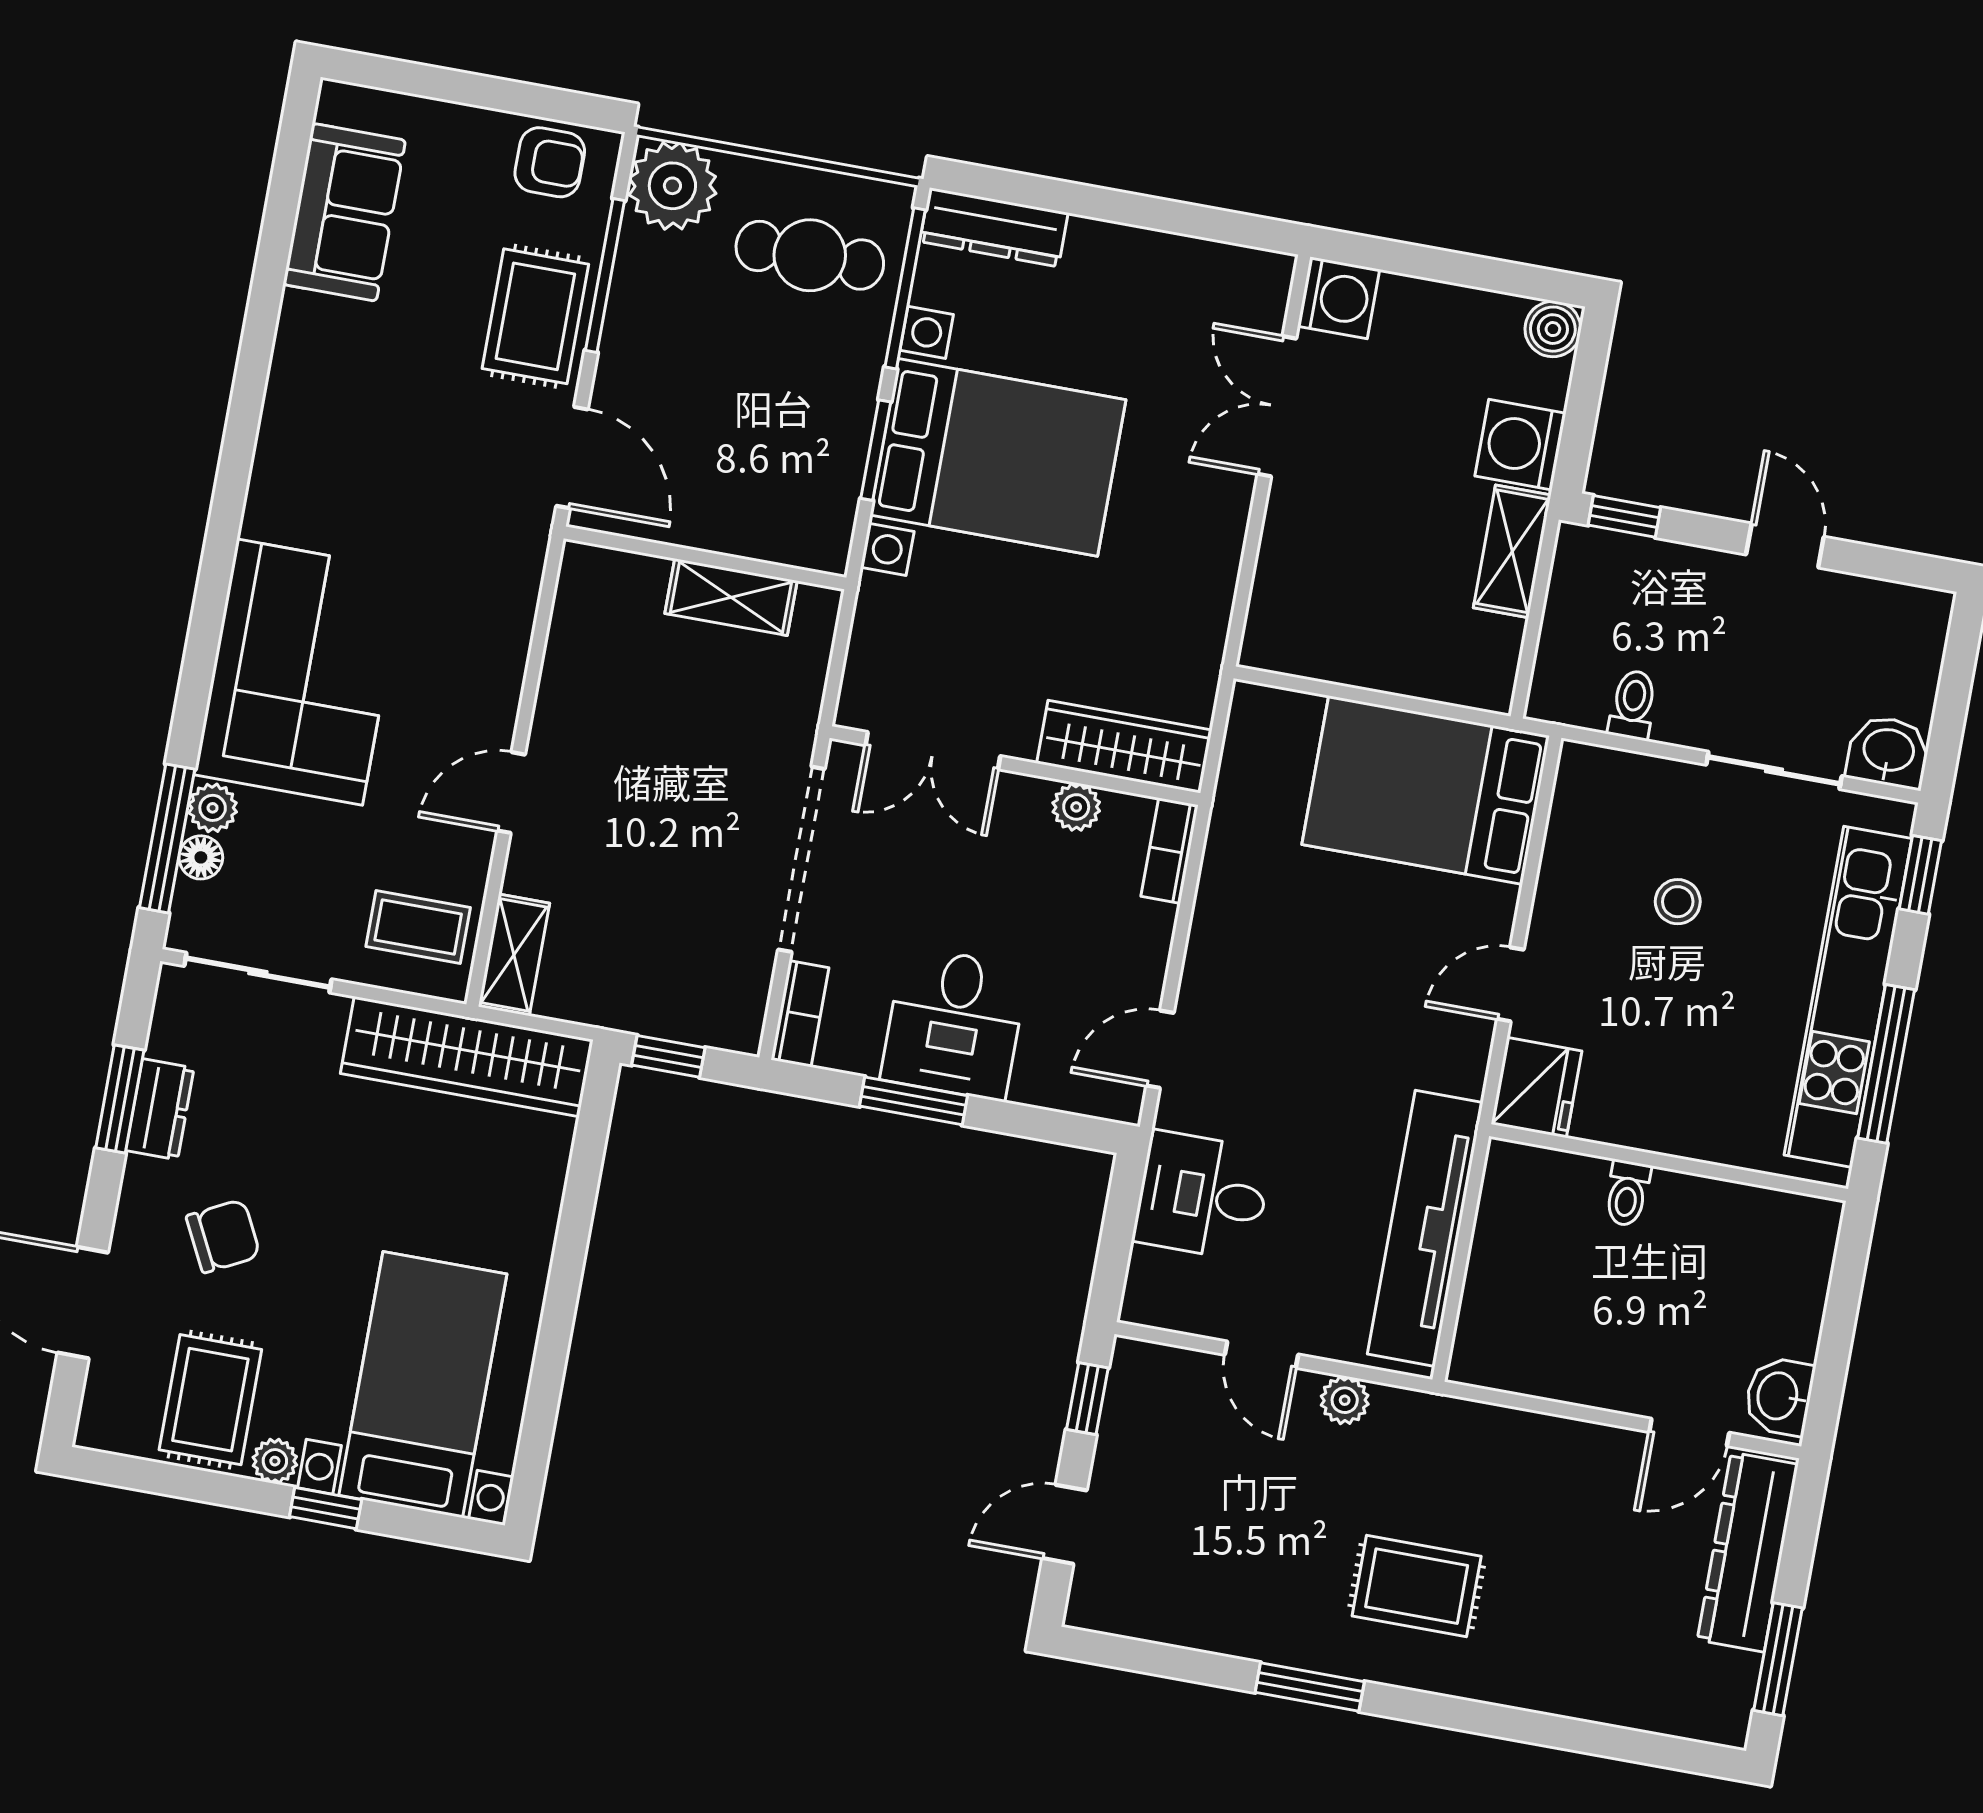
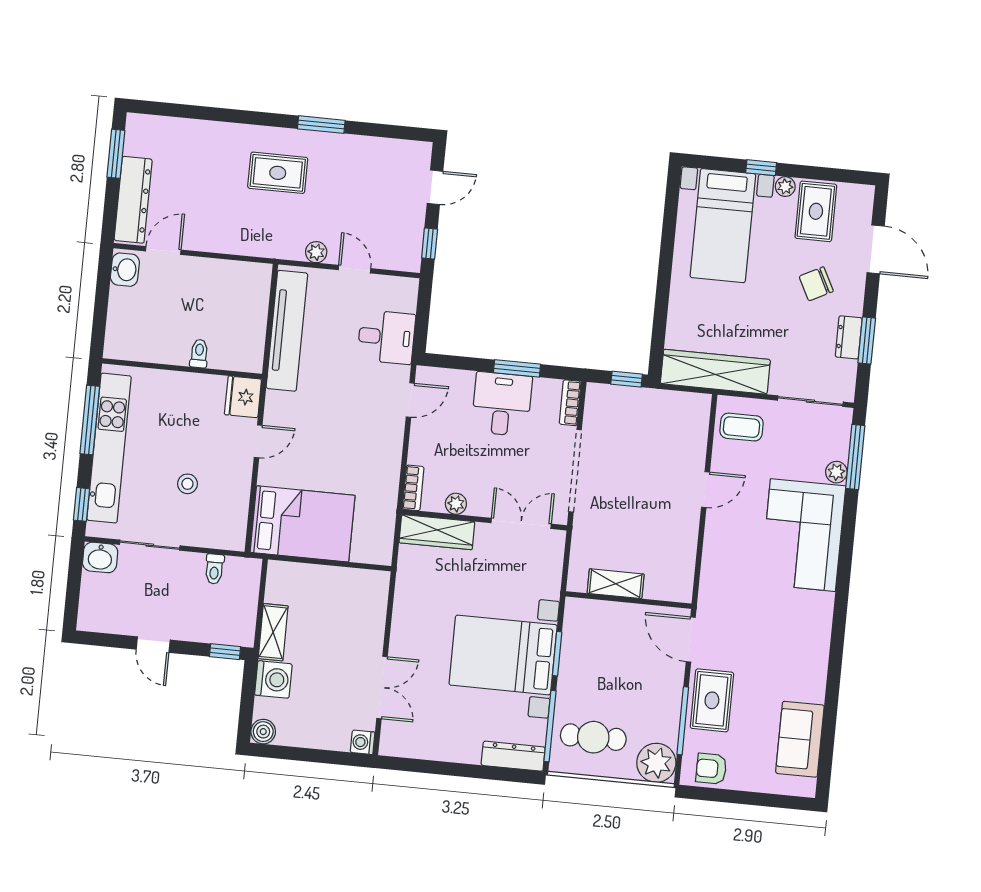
washing machine: (1339, 298) -> (363, 742), width x0.73, depth x0.73
floor lamp: (201, 857) -> (840, 450), removed
shelving: (514, 955) -> (698, 418), removed

